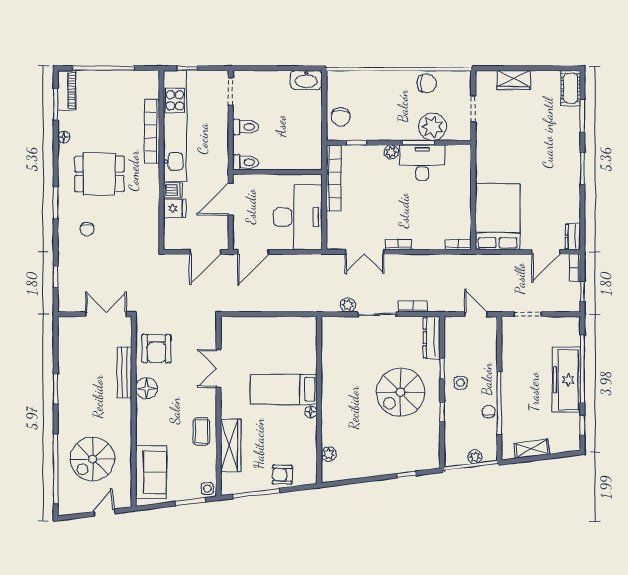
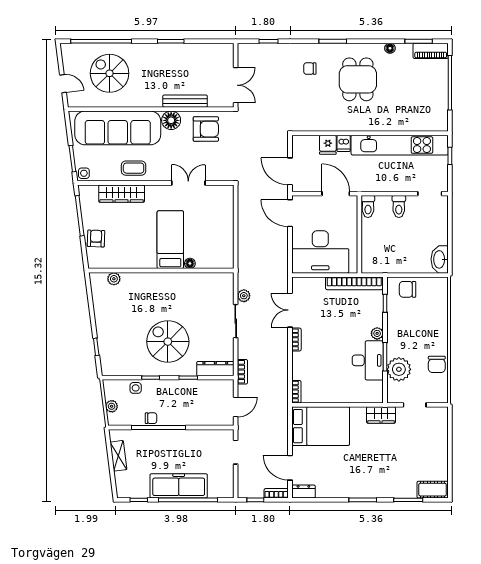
wardrobe: (513, 80) -> (381, 415), moved, turned -90
bookcase: (152, 131) -> (395, 125), removed
bookcase: (413, 306) -> (242, 372), moved
armchair: (157, 349) -> (206, 129), turned 180
side table: (461, 383) -> (136, 388), moved
floor lamp: (311, 412) -> (190, 263), moved
sofa: (151, 472) -> (118, 128), width x1.85, depth x1.27

